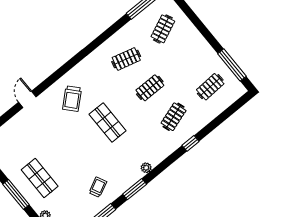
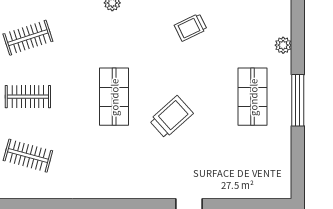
trolley: (72, 99) -> (171, 117), moved

